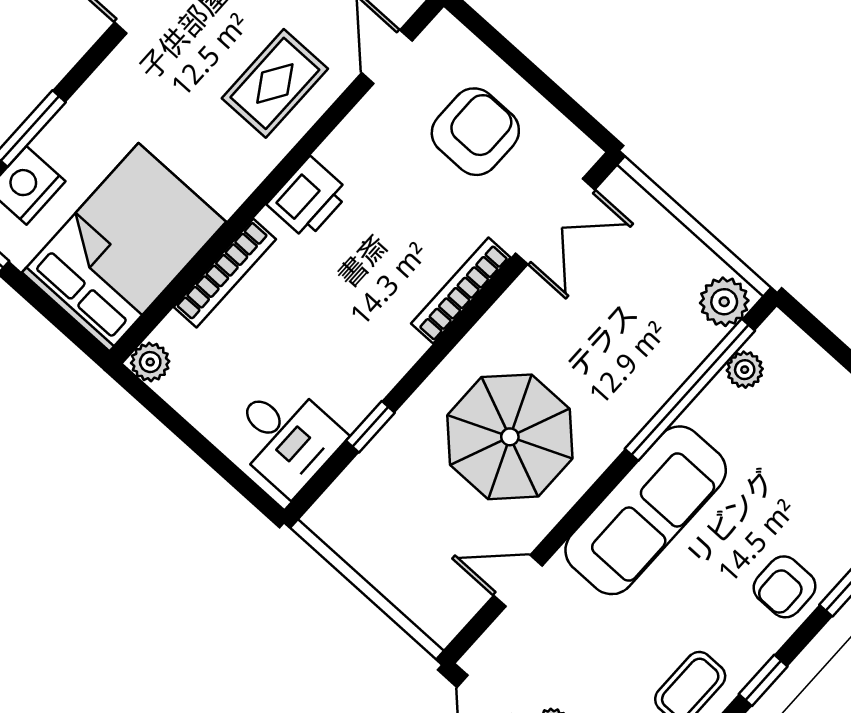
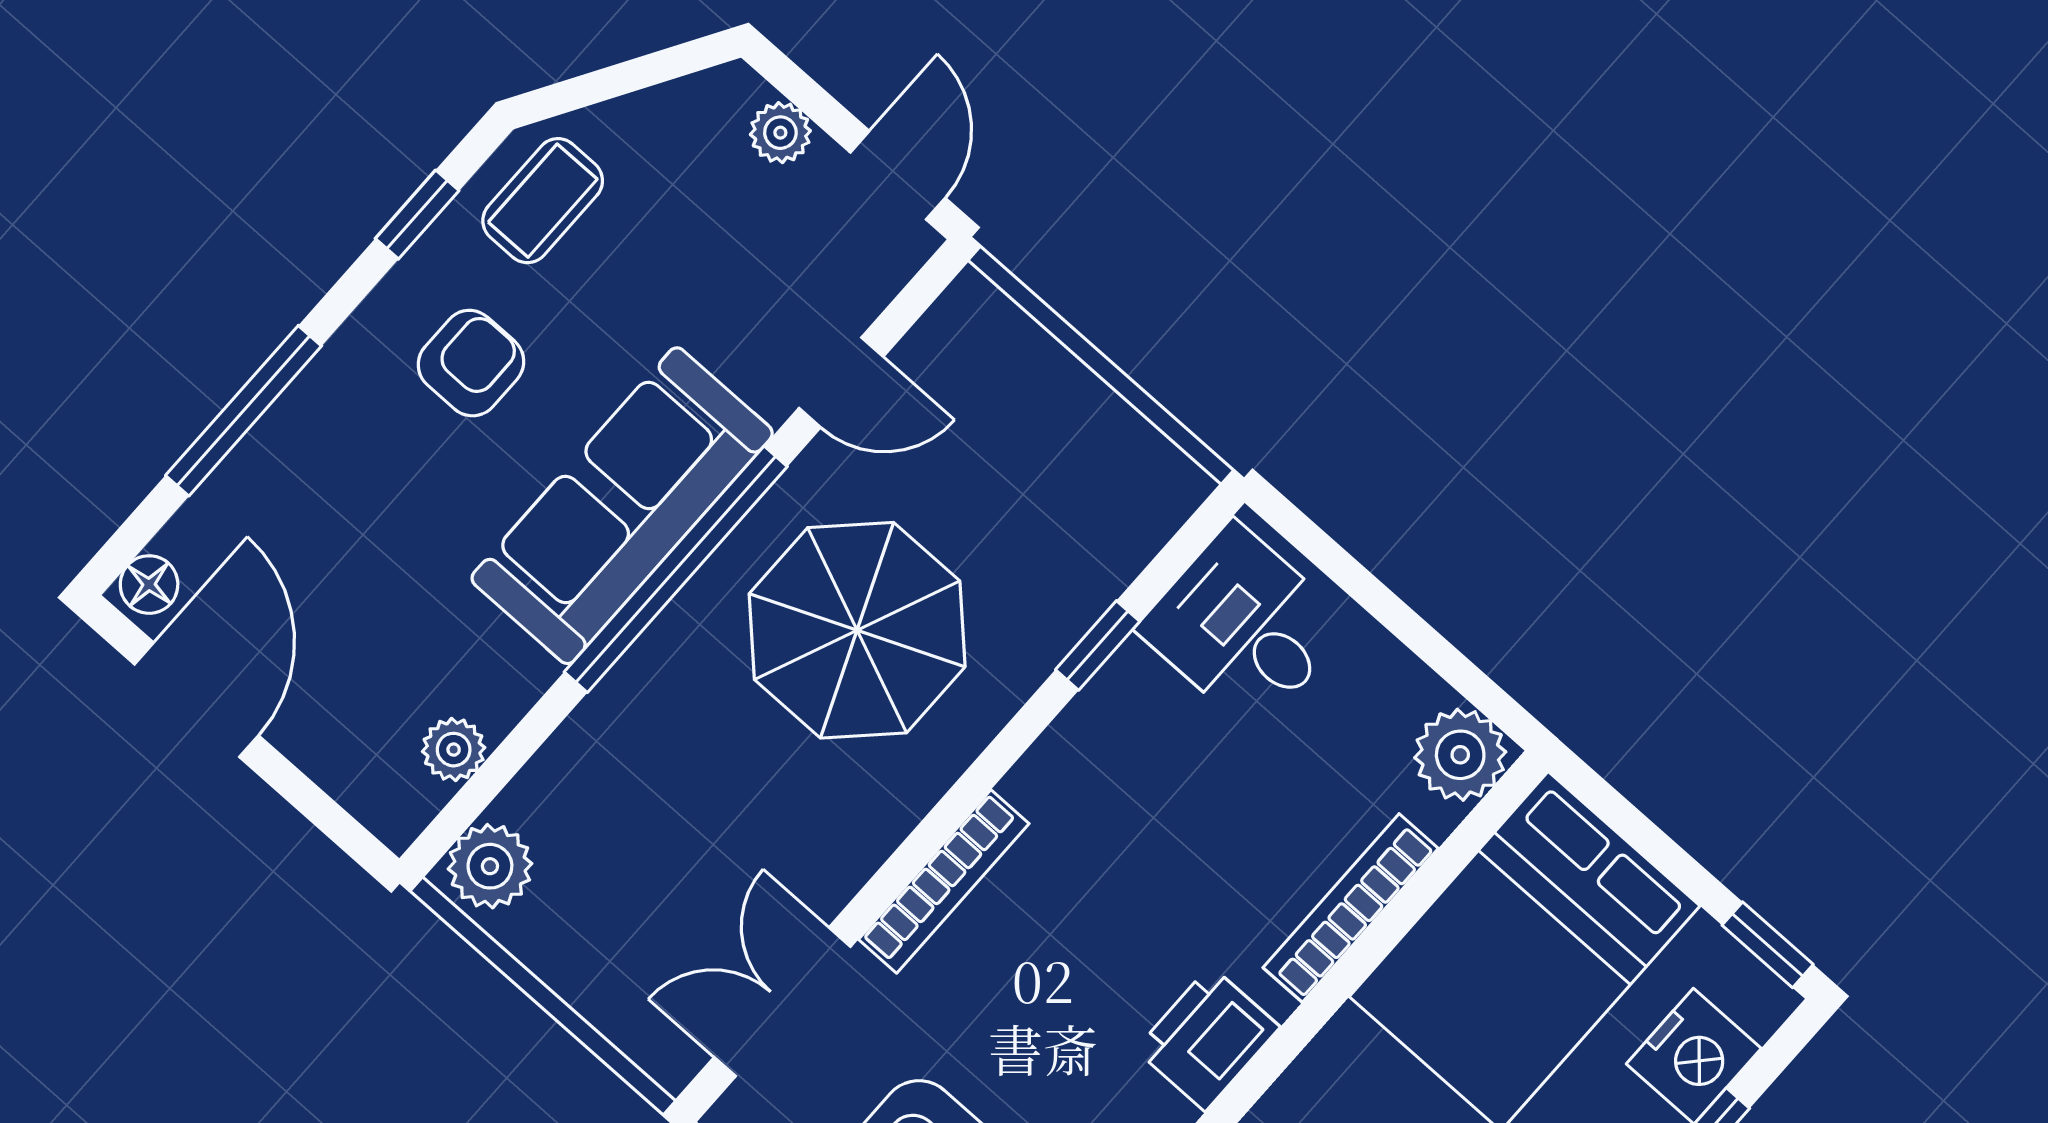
plant: (150, 362) -> (1460, 755), width x1.38, depth x1.38
window: (690, 390) -> (676, 569), moved
armchair: (785, 587) -> (471, 363), moved

